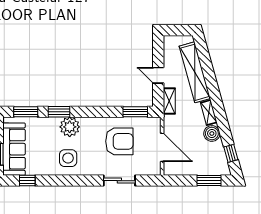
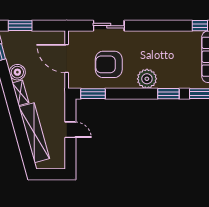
shelving: (169, 101) -> (59, 104), removed
plant: (70, 127) -> (147, 79), moved
side table: (68, 158) -> (159, 48), removed

